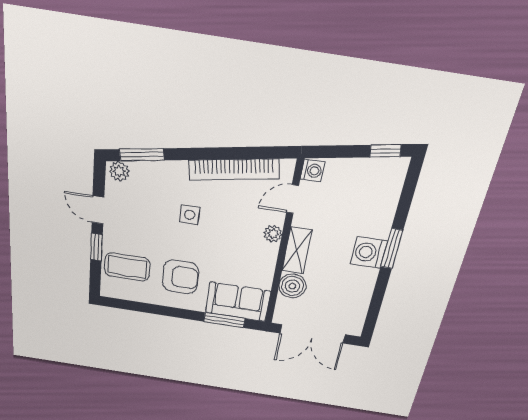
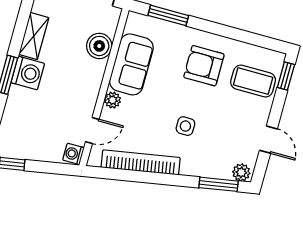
window: (96, 247) -> (286, 76), moved
shelving: (297, 251) -> (34, 36), moved
sofa: (238, 302) -> (131, 64), moved, turned -90

